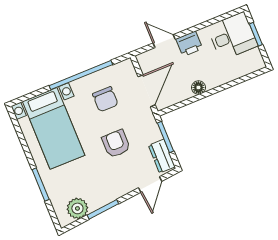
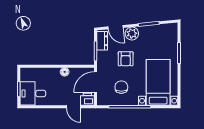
printer: (189, 44) -> (87, 99), moved
door: (150, 184) -> (115, 27), swing flipped
plant: (77, 208) -> (132, 34), moved

